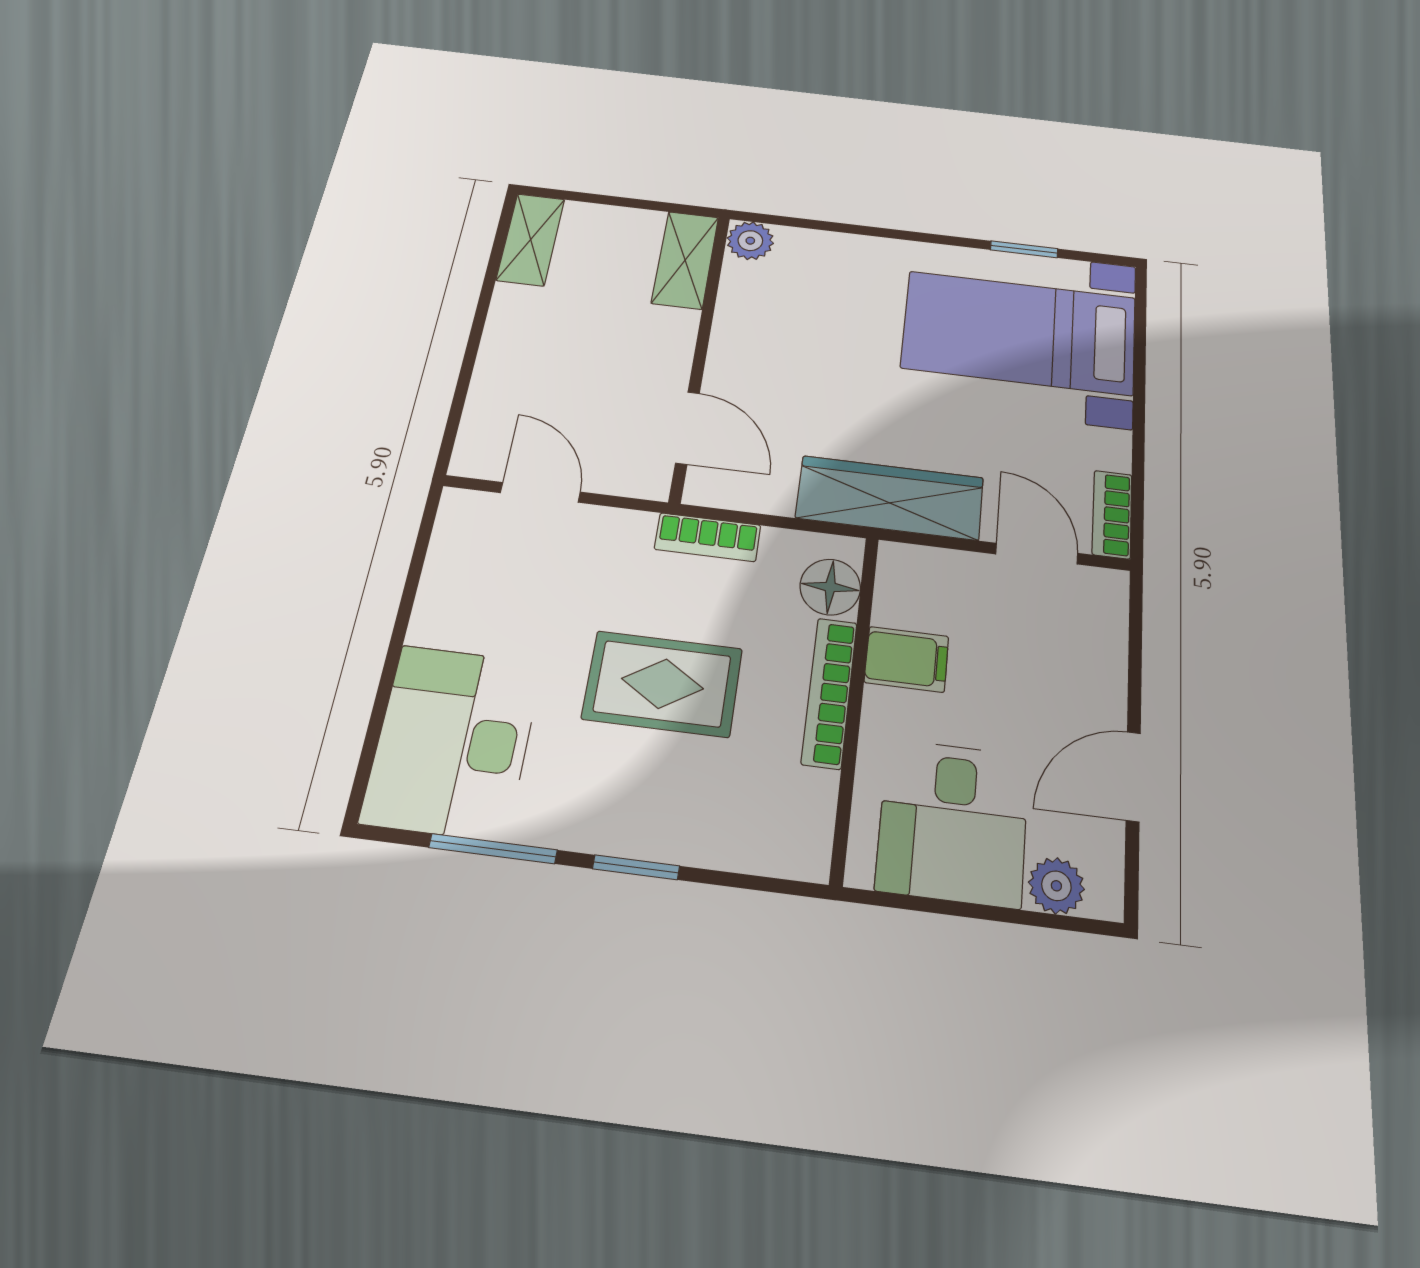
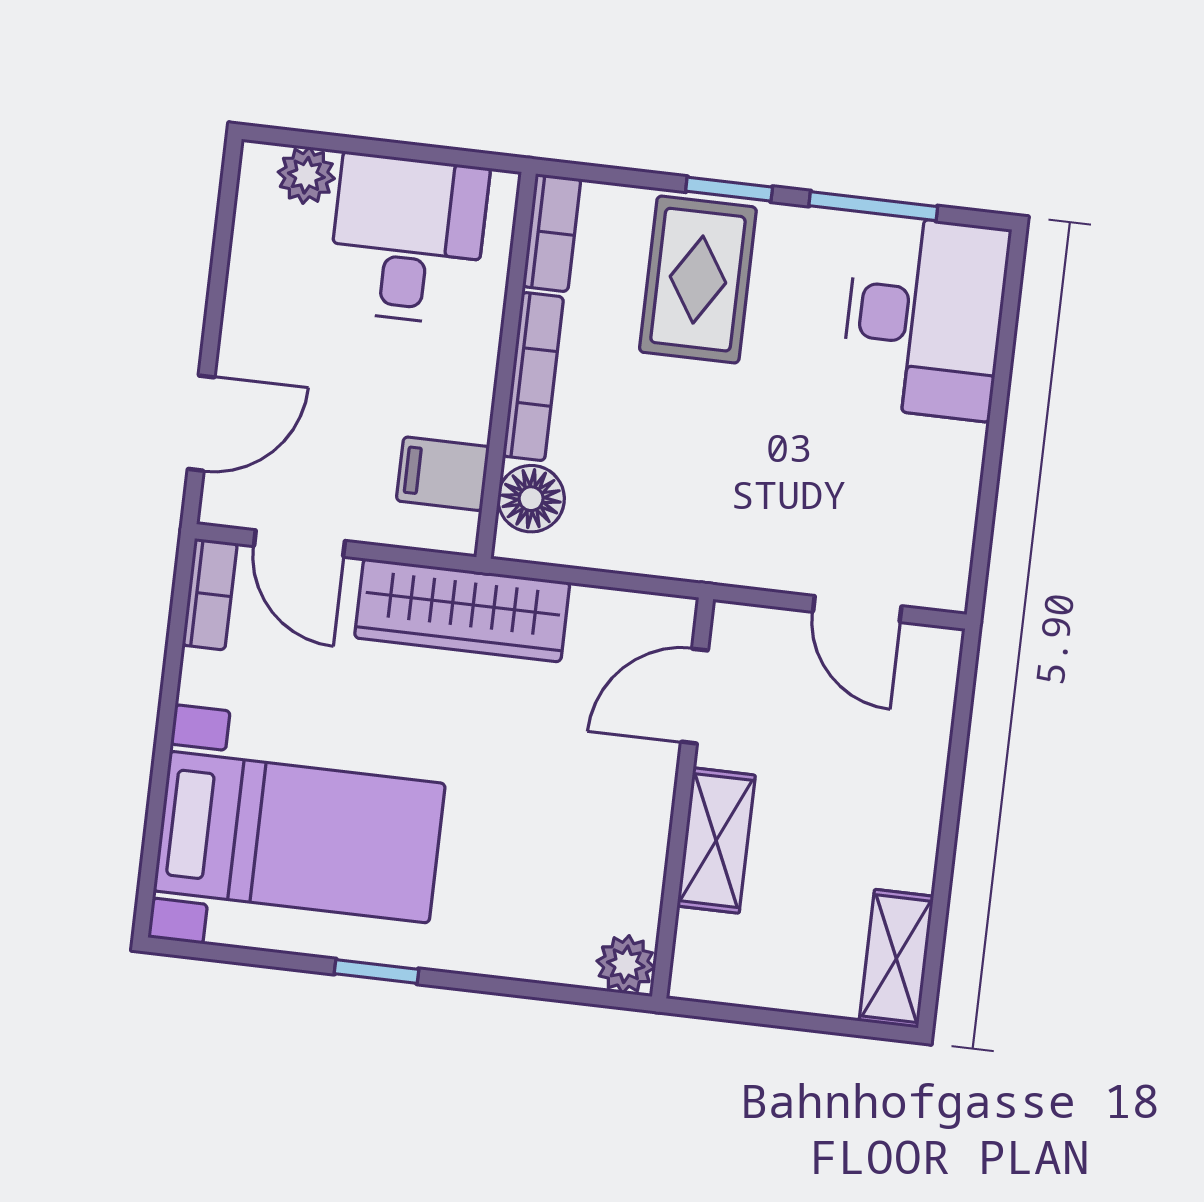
window: (1024, 249) -> (376, 971), moved
shelving: (685, 260) -> (716, 841), moved
door: (687, 428) -> (695, 696), hinge flipped
bookcase: (708, 537) -> (552, 233), moved, turned 90
filing cabinet: (907, 659) -> (443, 474), moved
rug: (662, 684) -> (698, 280), moved, turned 90
door: (1133, 776) -> (201, 423), moved

